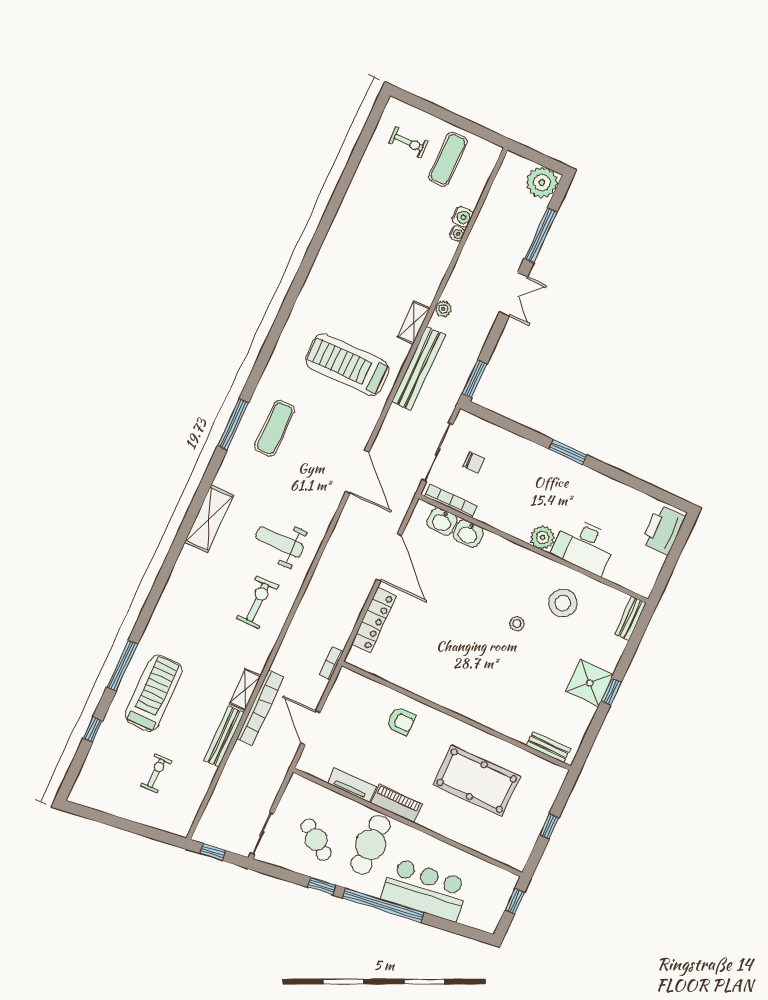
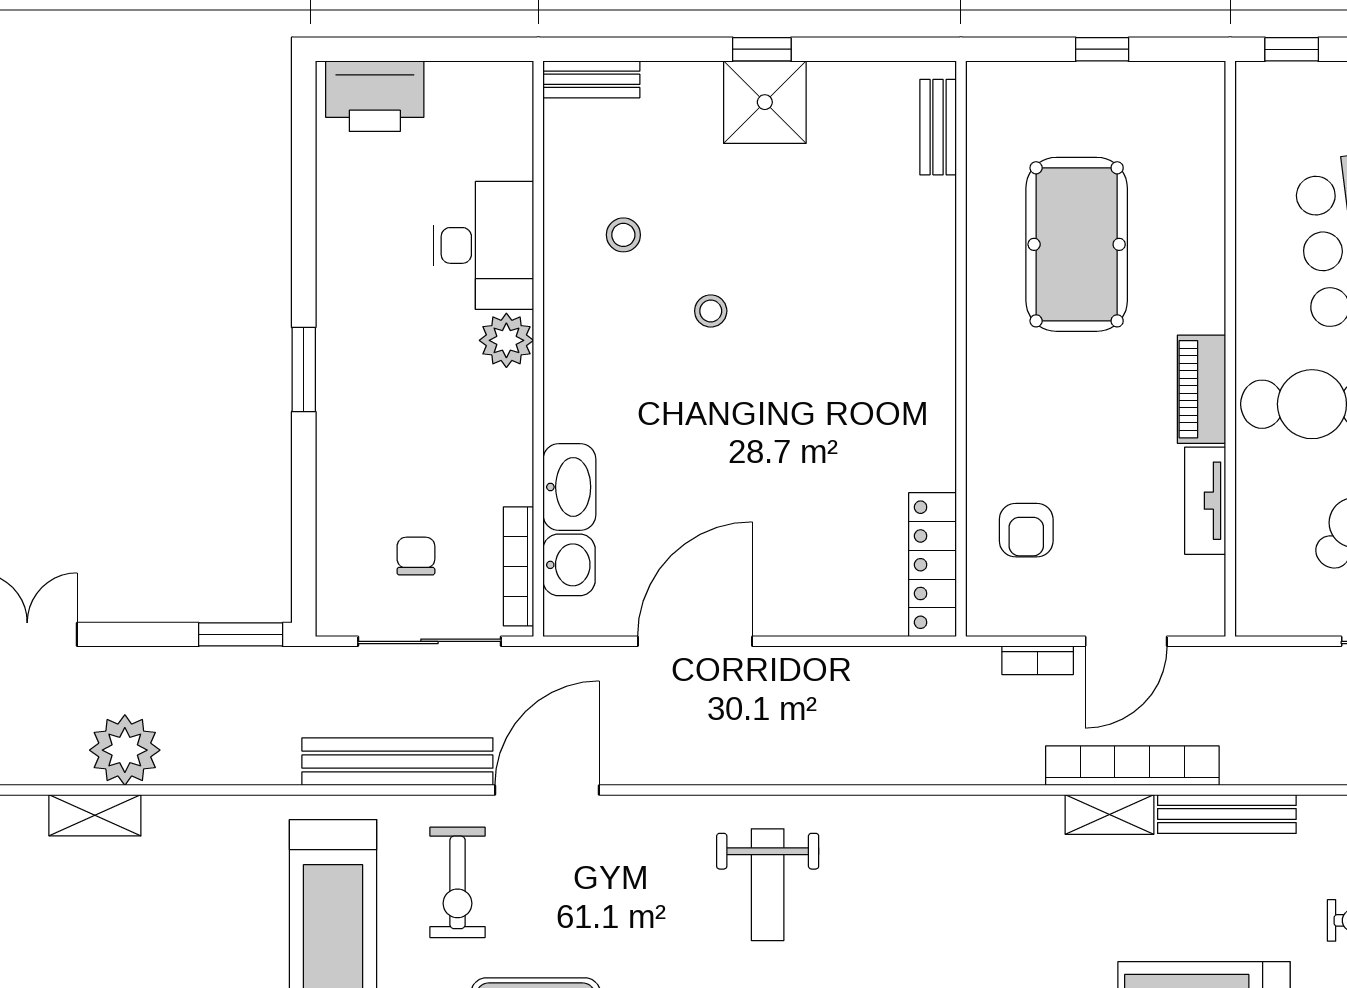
plant: (443, 309) -> (125, 750), width x1.88, depth x1.88
shelving: (414, 323) -> (95, 815), moved
bench: (418, 368) -> (397, 762), moved
washbasin: (468, 534) -> (569, 487), width x1.38
exercise bike: (258, 602) -> (458, 882), moved, turned -90
stool: (563, 603) -> (623, 235), width x0.53, depth x0.53
locker: (374, 620) -> (932, 565), moved, turned -90
bookcase: (331, 663) -> (1038, 660), moved
armchair: (401, 721) -> (1026, 530), moved, turned 180

